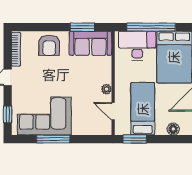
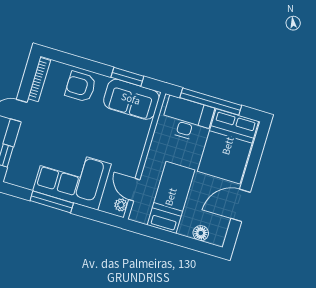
armchair: (49, 45) -> (81, 87), turned 90
plant: (106, 89) -> (121, 205), moved
corner sofa: (44, 116) -> (72, 177), moved
window: (135, 139) -> (150, 231), removed

